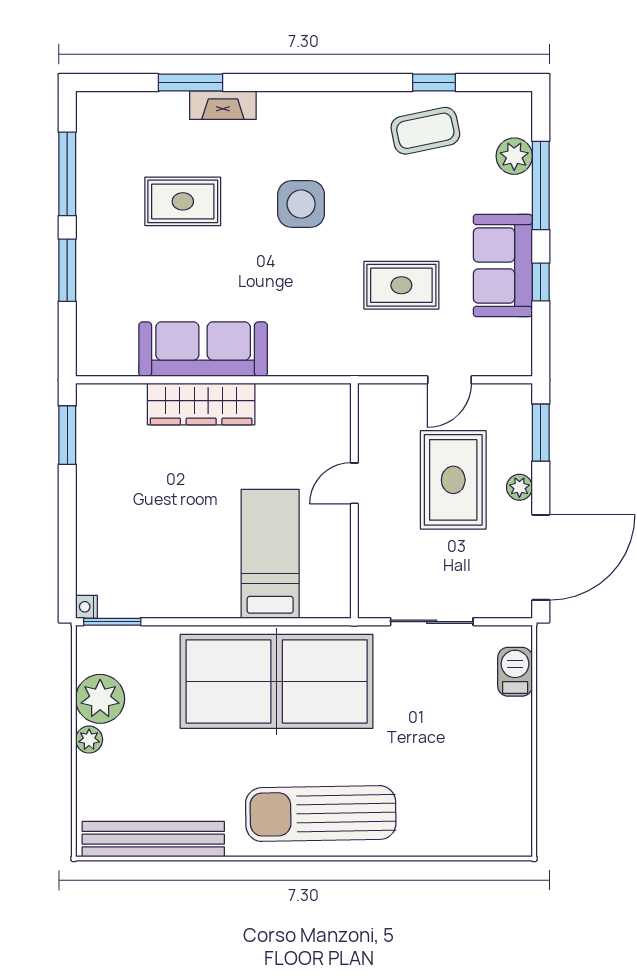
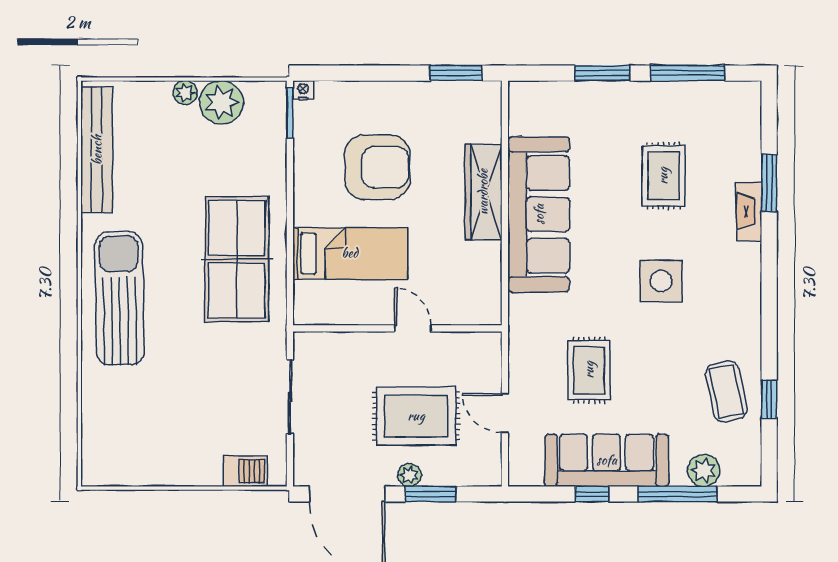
sofa: (503, 265) -> (607, 460), width x1.36
sofa: (203, 349) -> (539, 214), width x1.36, depth x1.27
window: (541, 433) -> (431, 494), moved
armchair: (173, 523) -> (377, 167), added
table tennis table: (277, 681) -> (237, 259), width x0.73, depth x0.76

